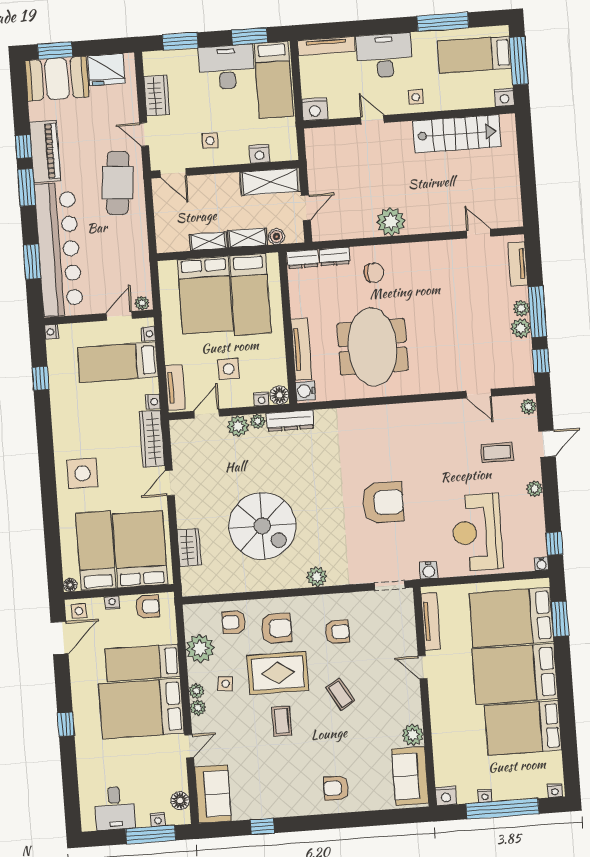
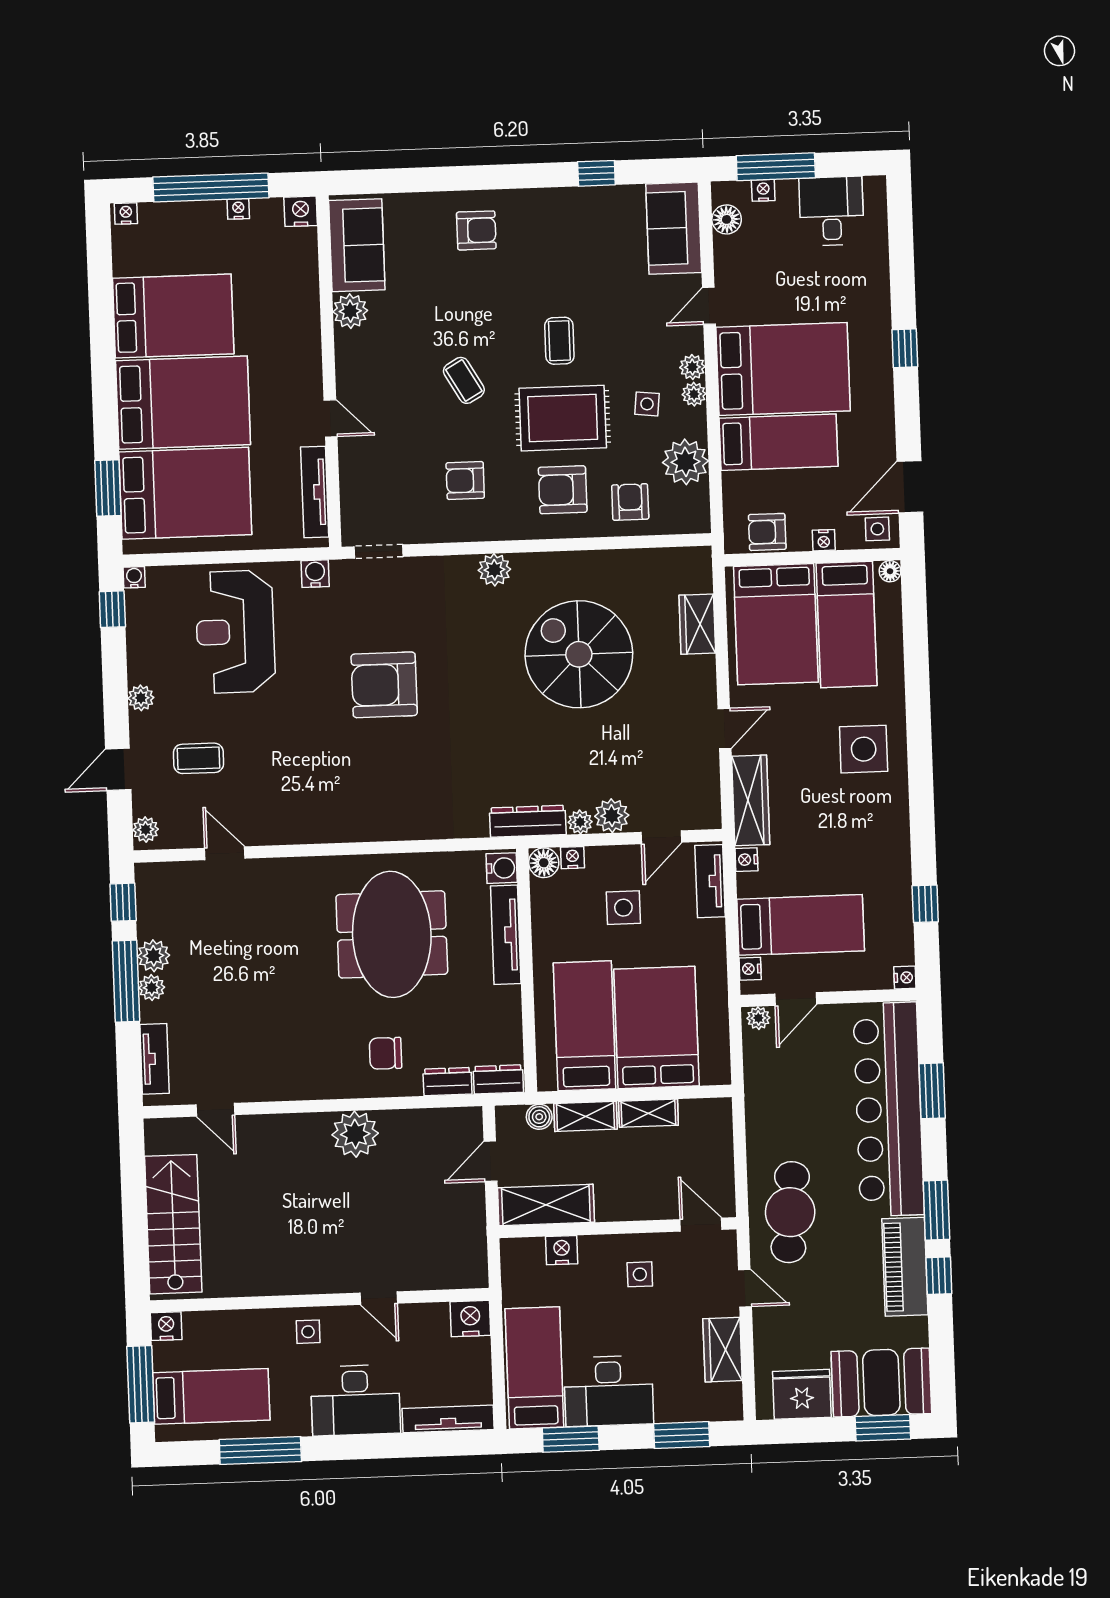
stairs: (457, 134) -> (173, 1224), moved, turned 90
reception desk: (477, 532) -> (235, 632), turned 180
armchair: (234, 622) -> (630, 502), turned -90

